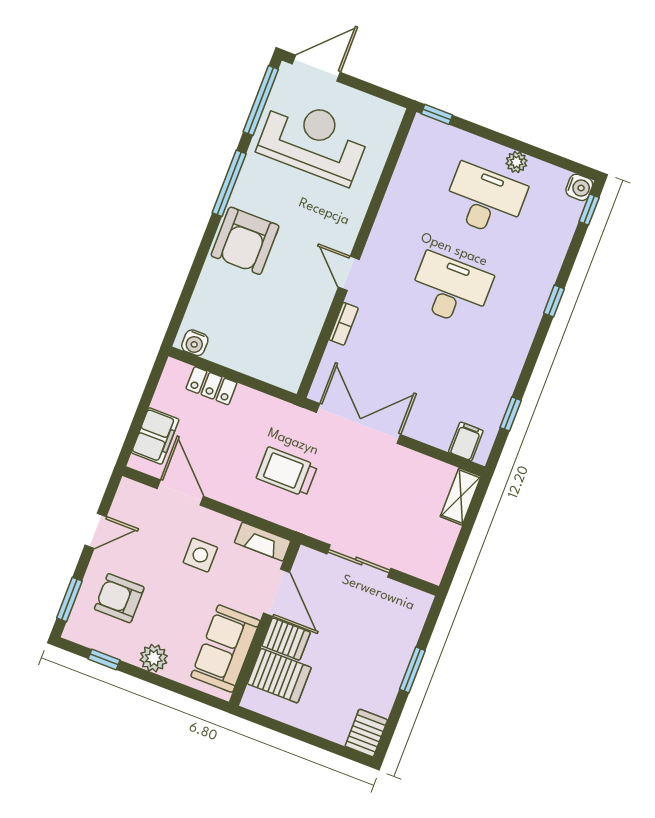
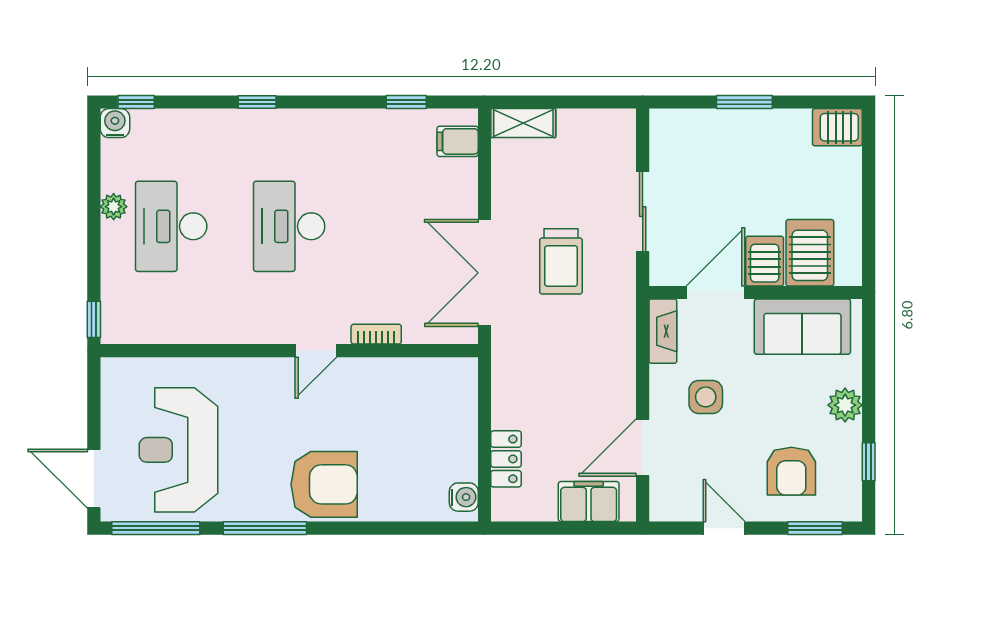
trolley: (287, 472) -> (561, 261), moved

